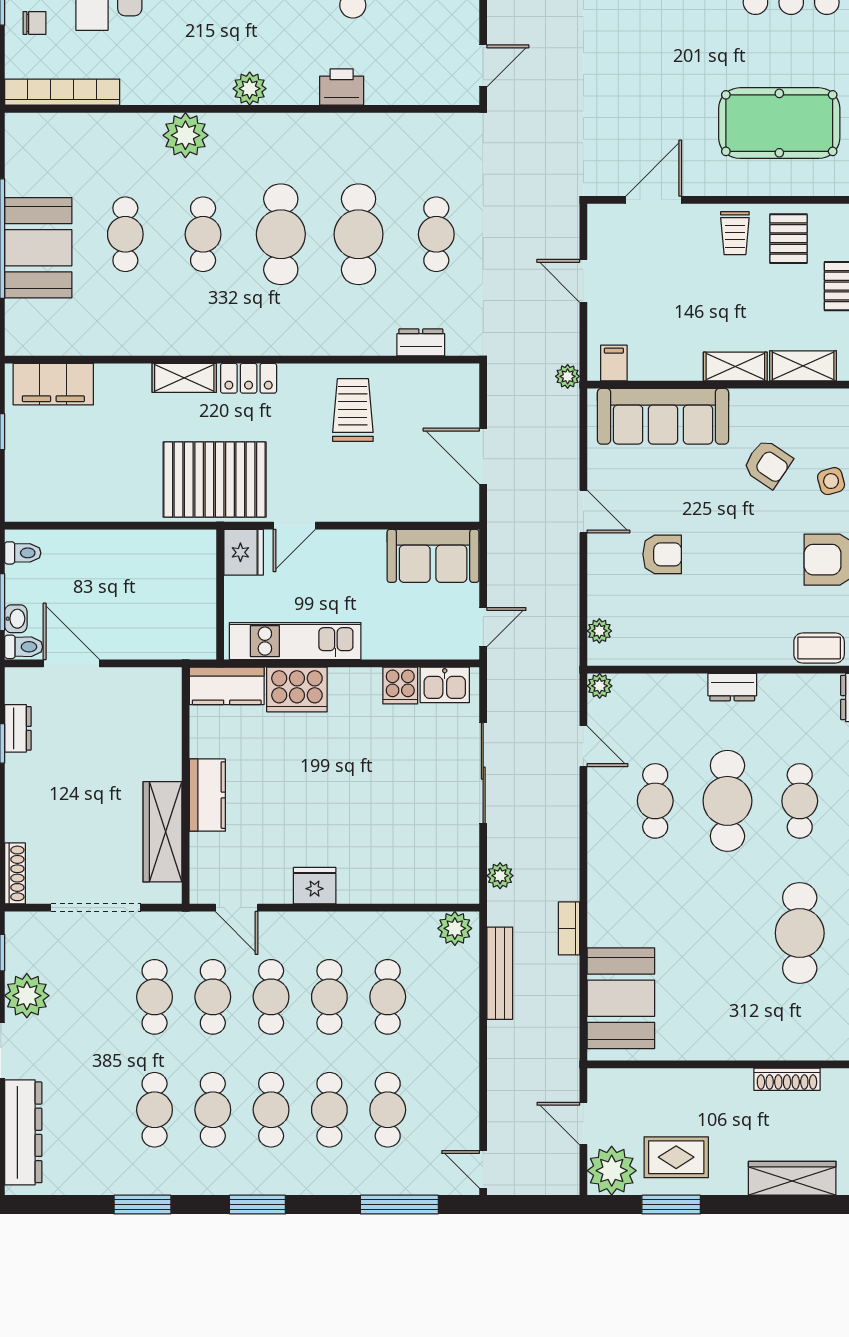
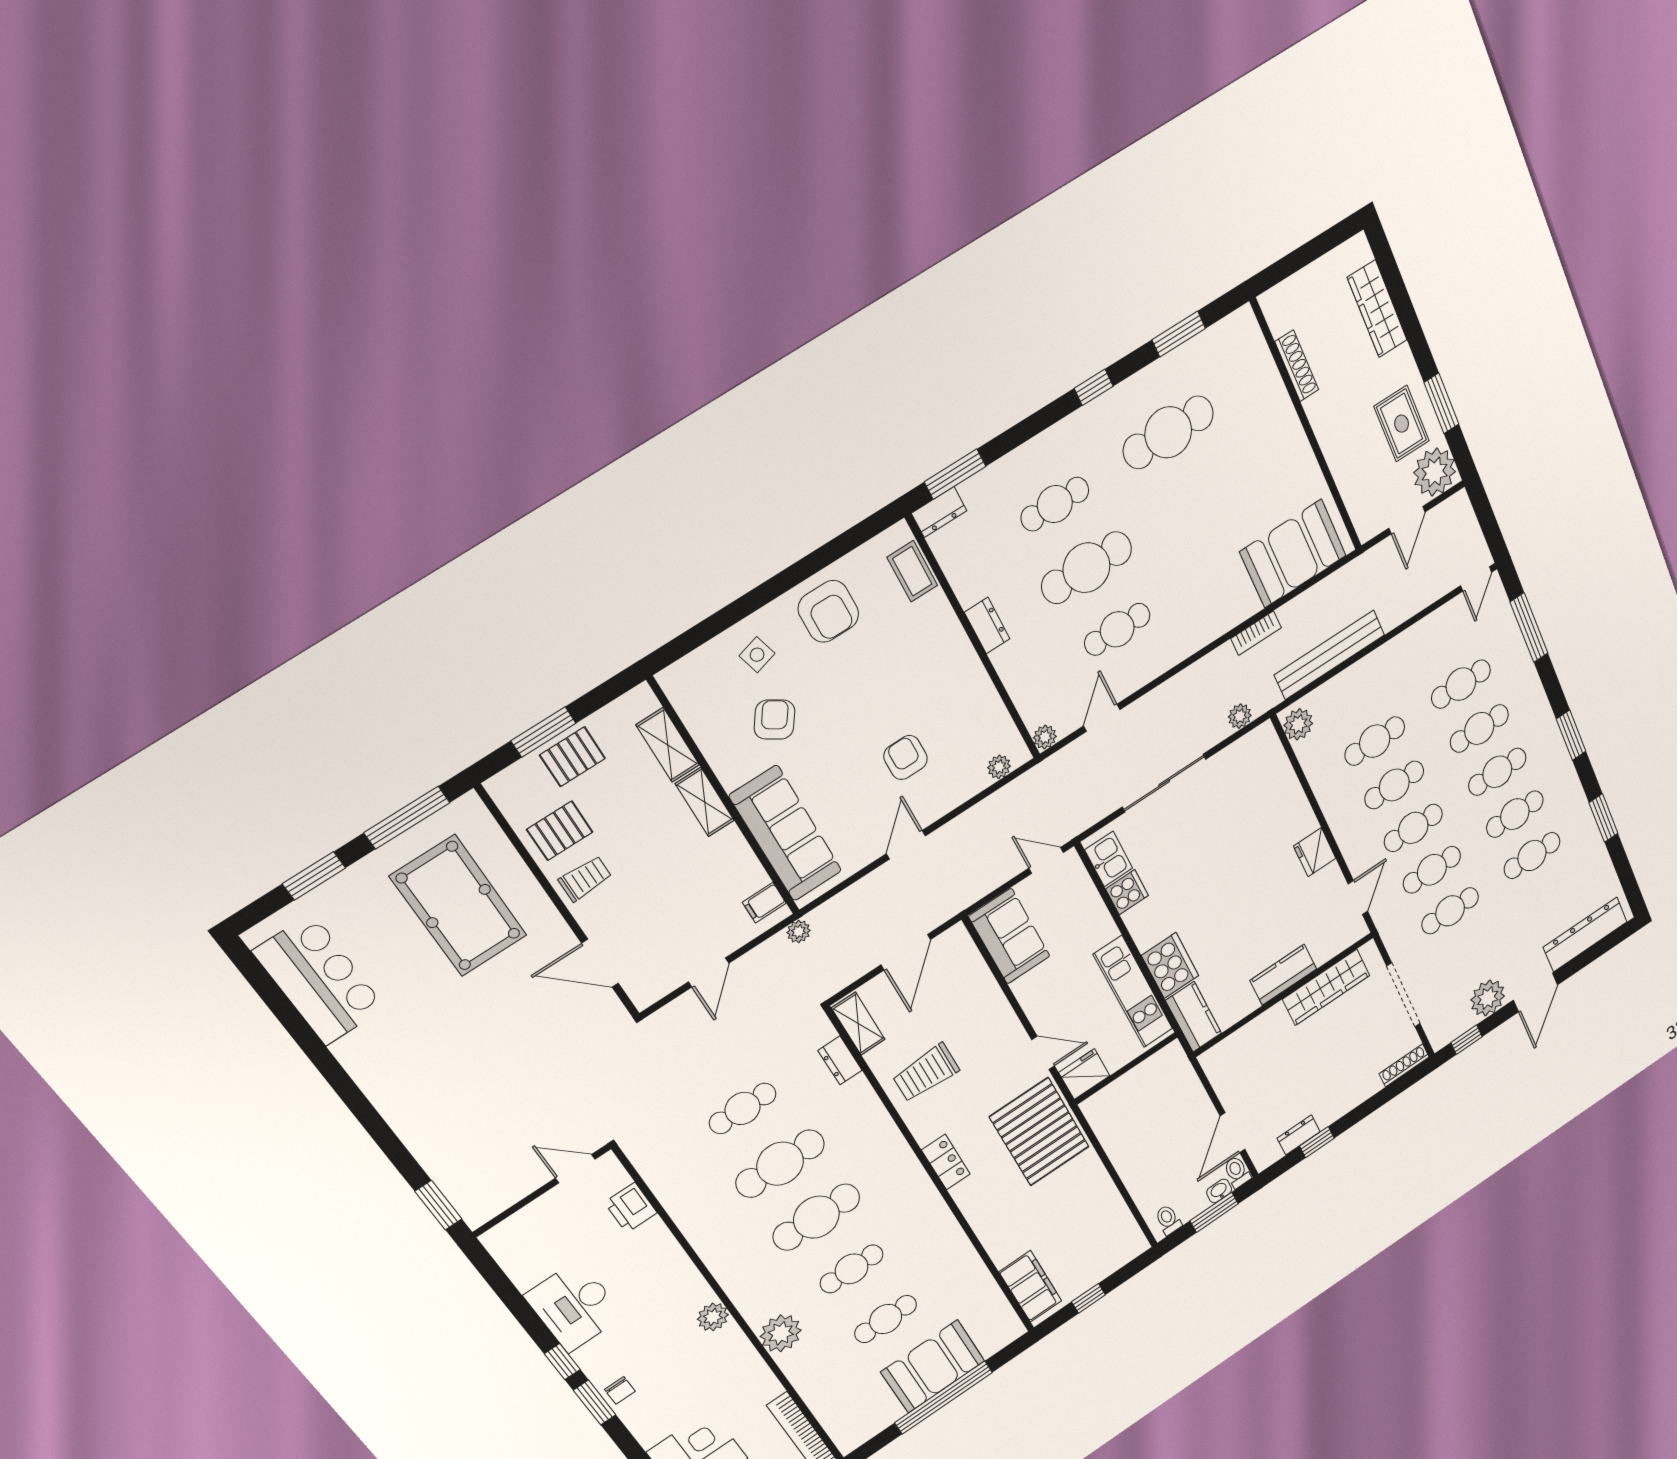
printer: (342, 87) -> (631, 1208), moved
shelving: (184, 378) -> (858, 1024), moved
bench: (500, 973) -> (1330, 655), width x1.37, depth x1.21

